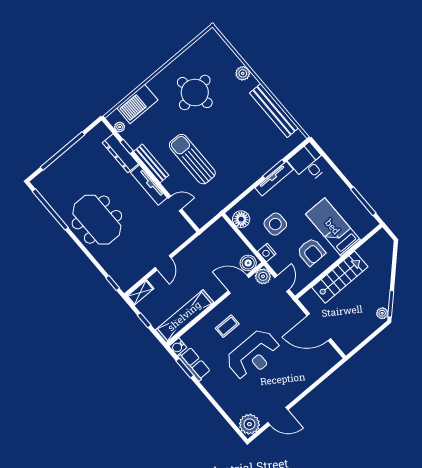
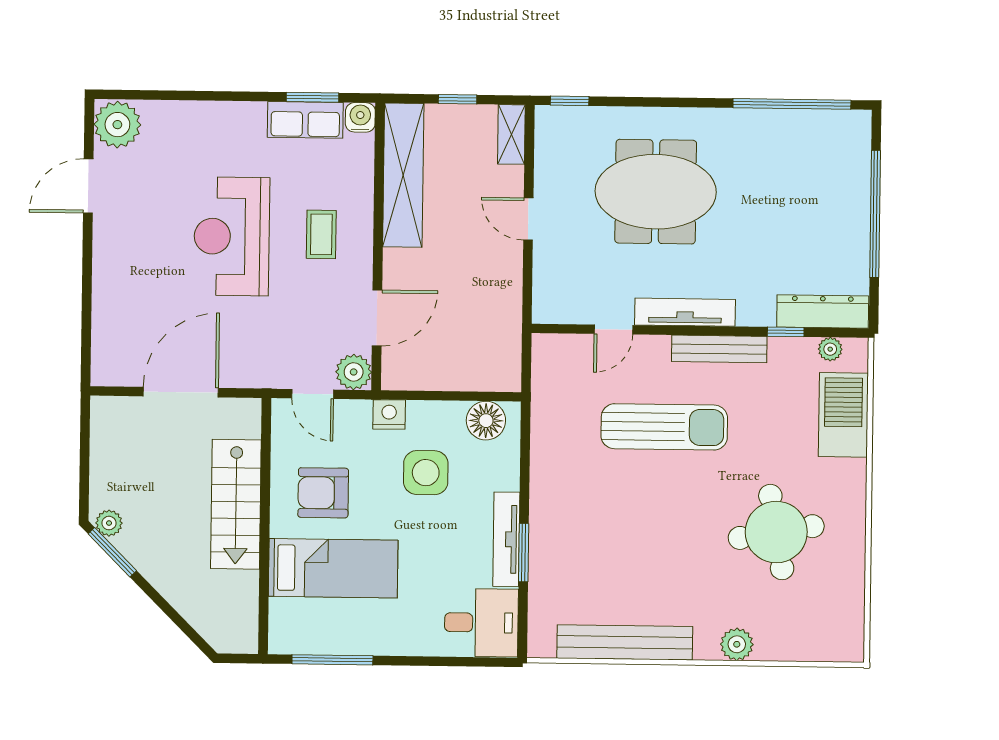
dresser: (120, 153) -> (823, 311), moved
meeting table: (97, 220) -> (656, 192), moved
boiler: (248, 263) -> (399, 366), removed

